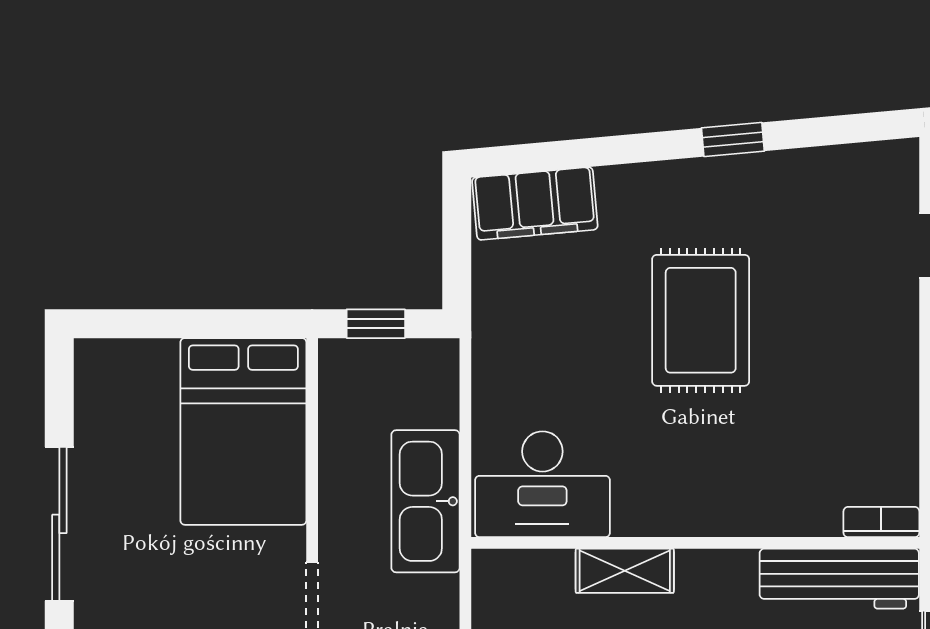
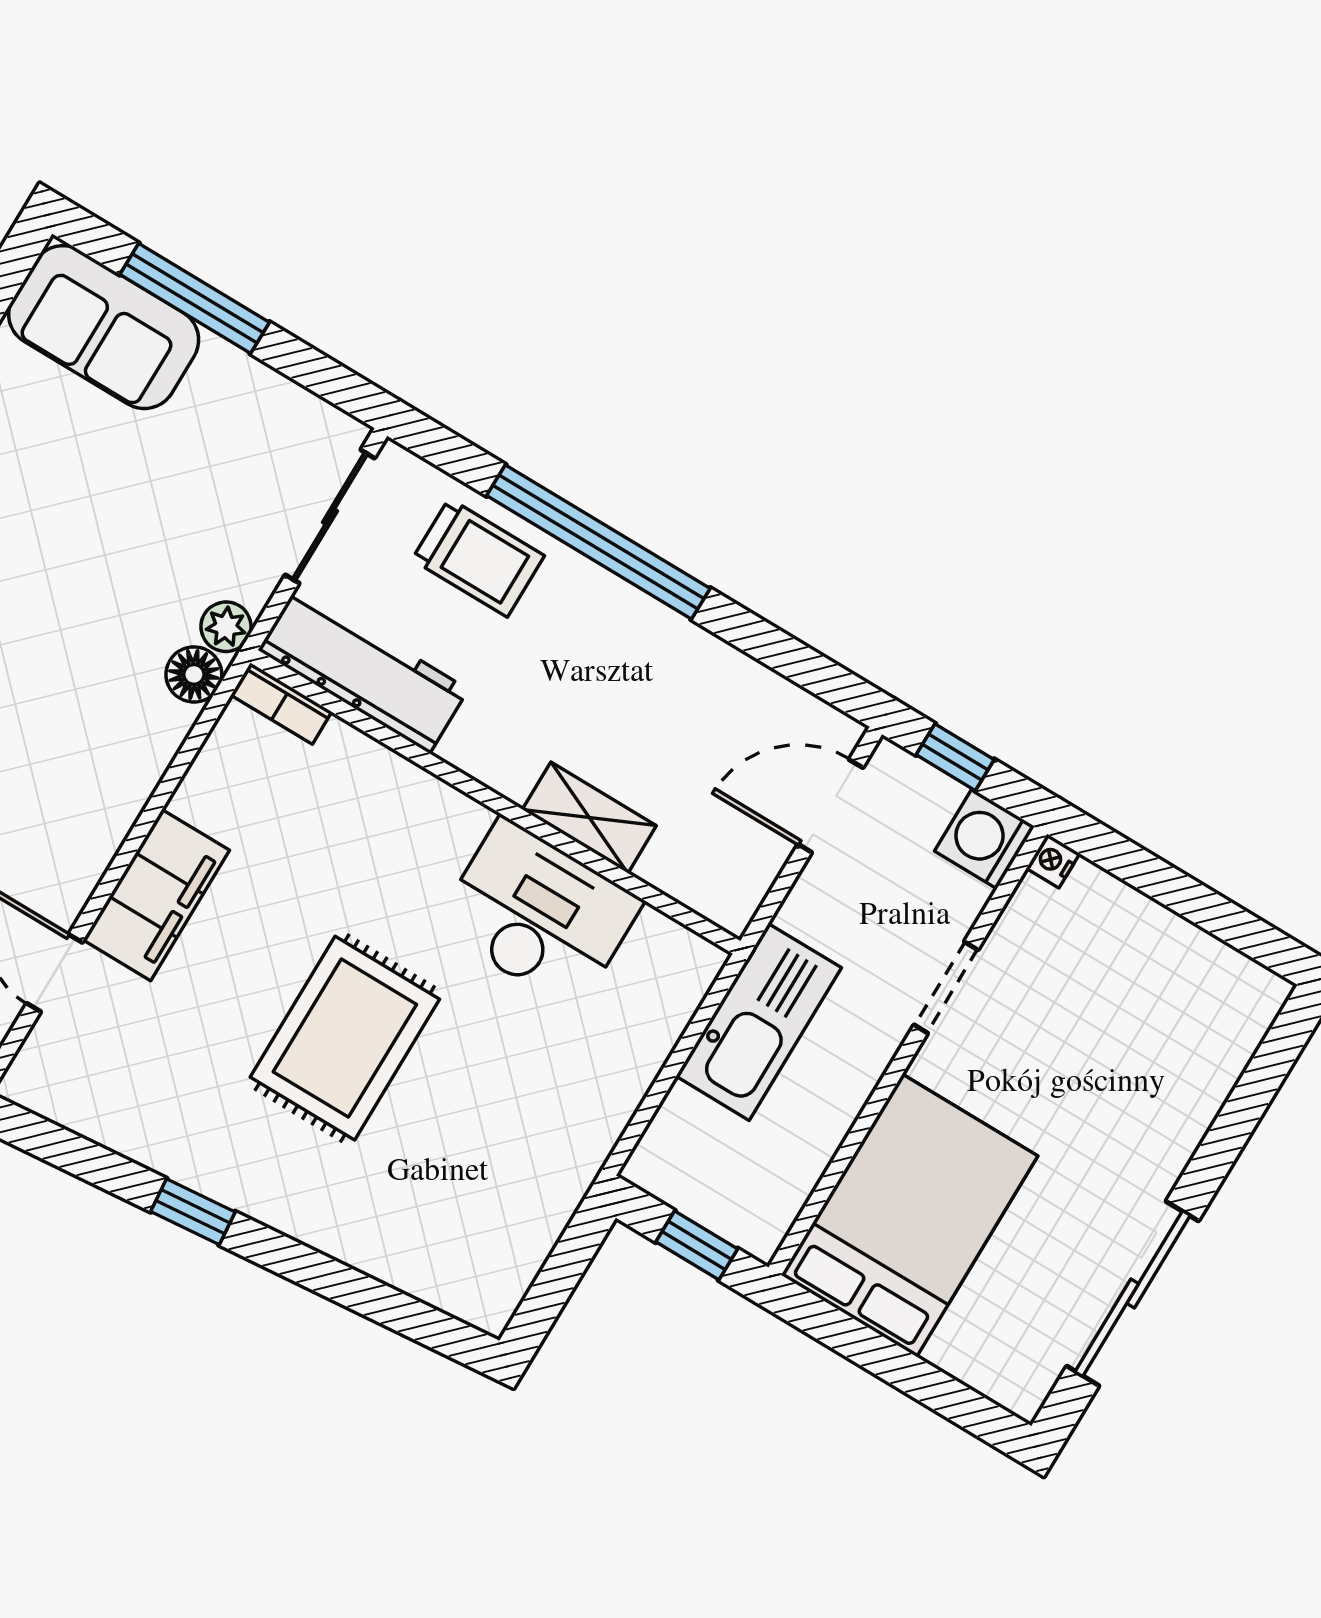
filing cabinet: (535, 204) -> (156, 895), moved, turned 95
desk: (542, 484) -> (539, 914), moved
sliding door: (59, 524) -> (1133, 1294), moved

